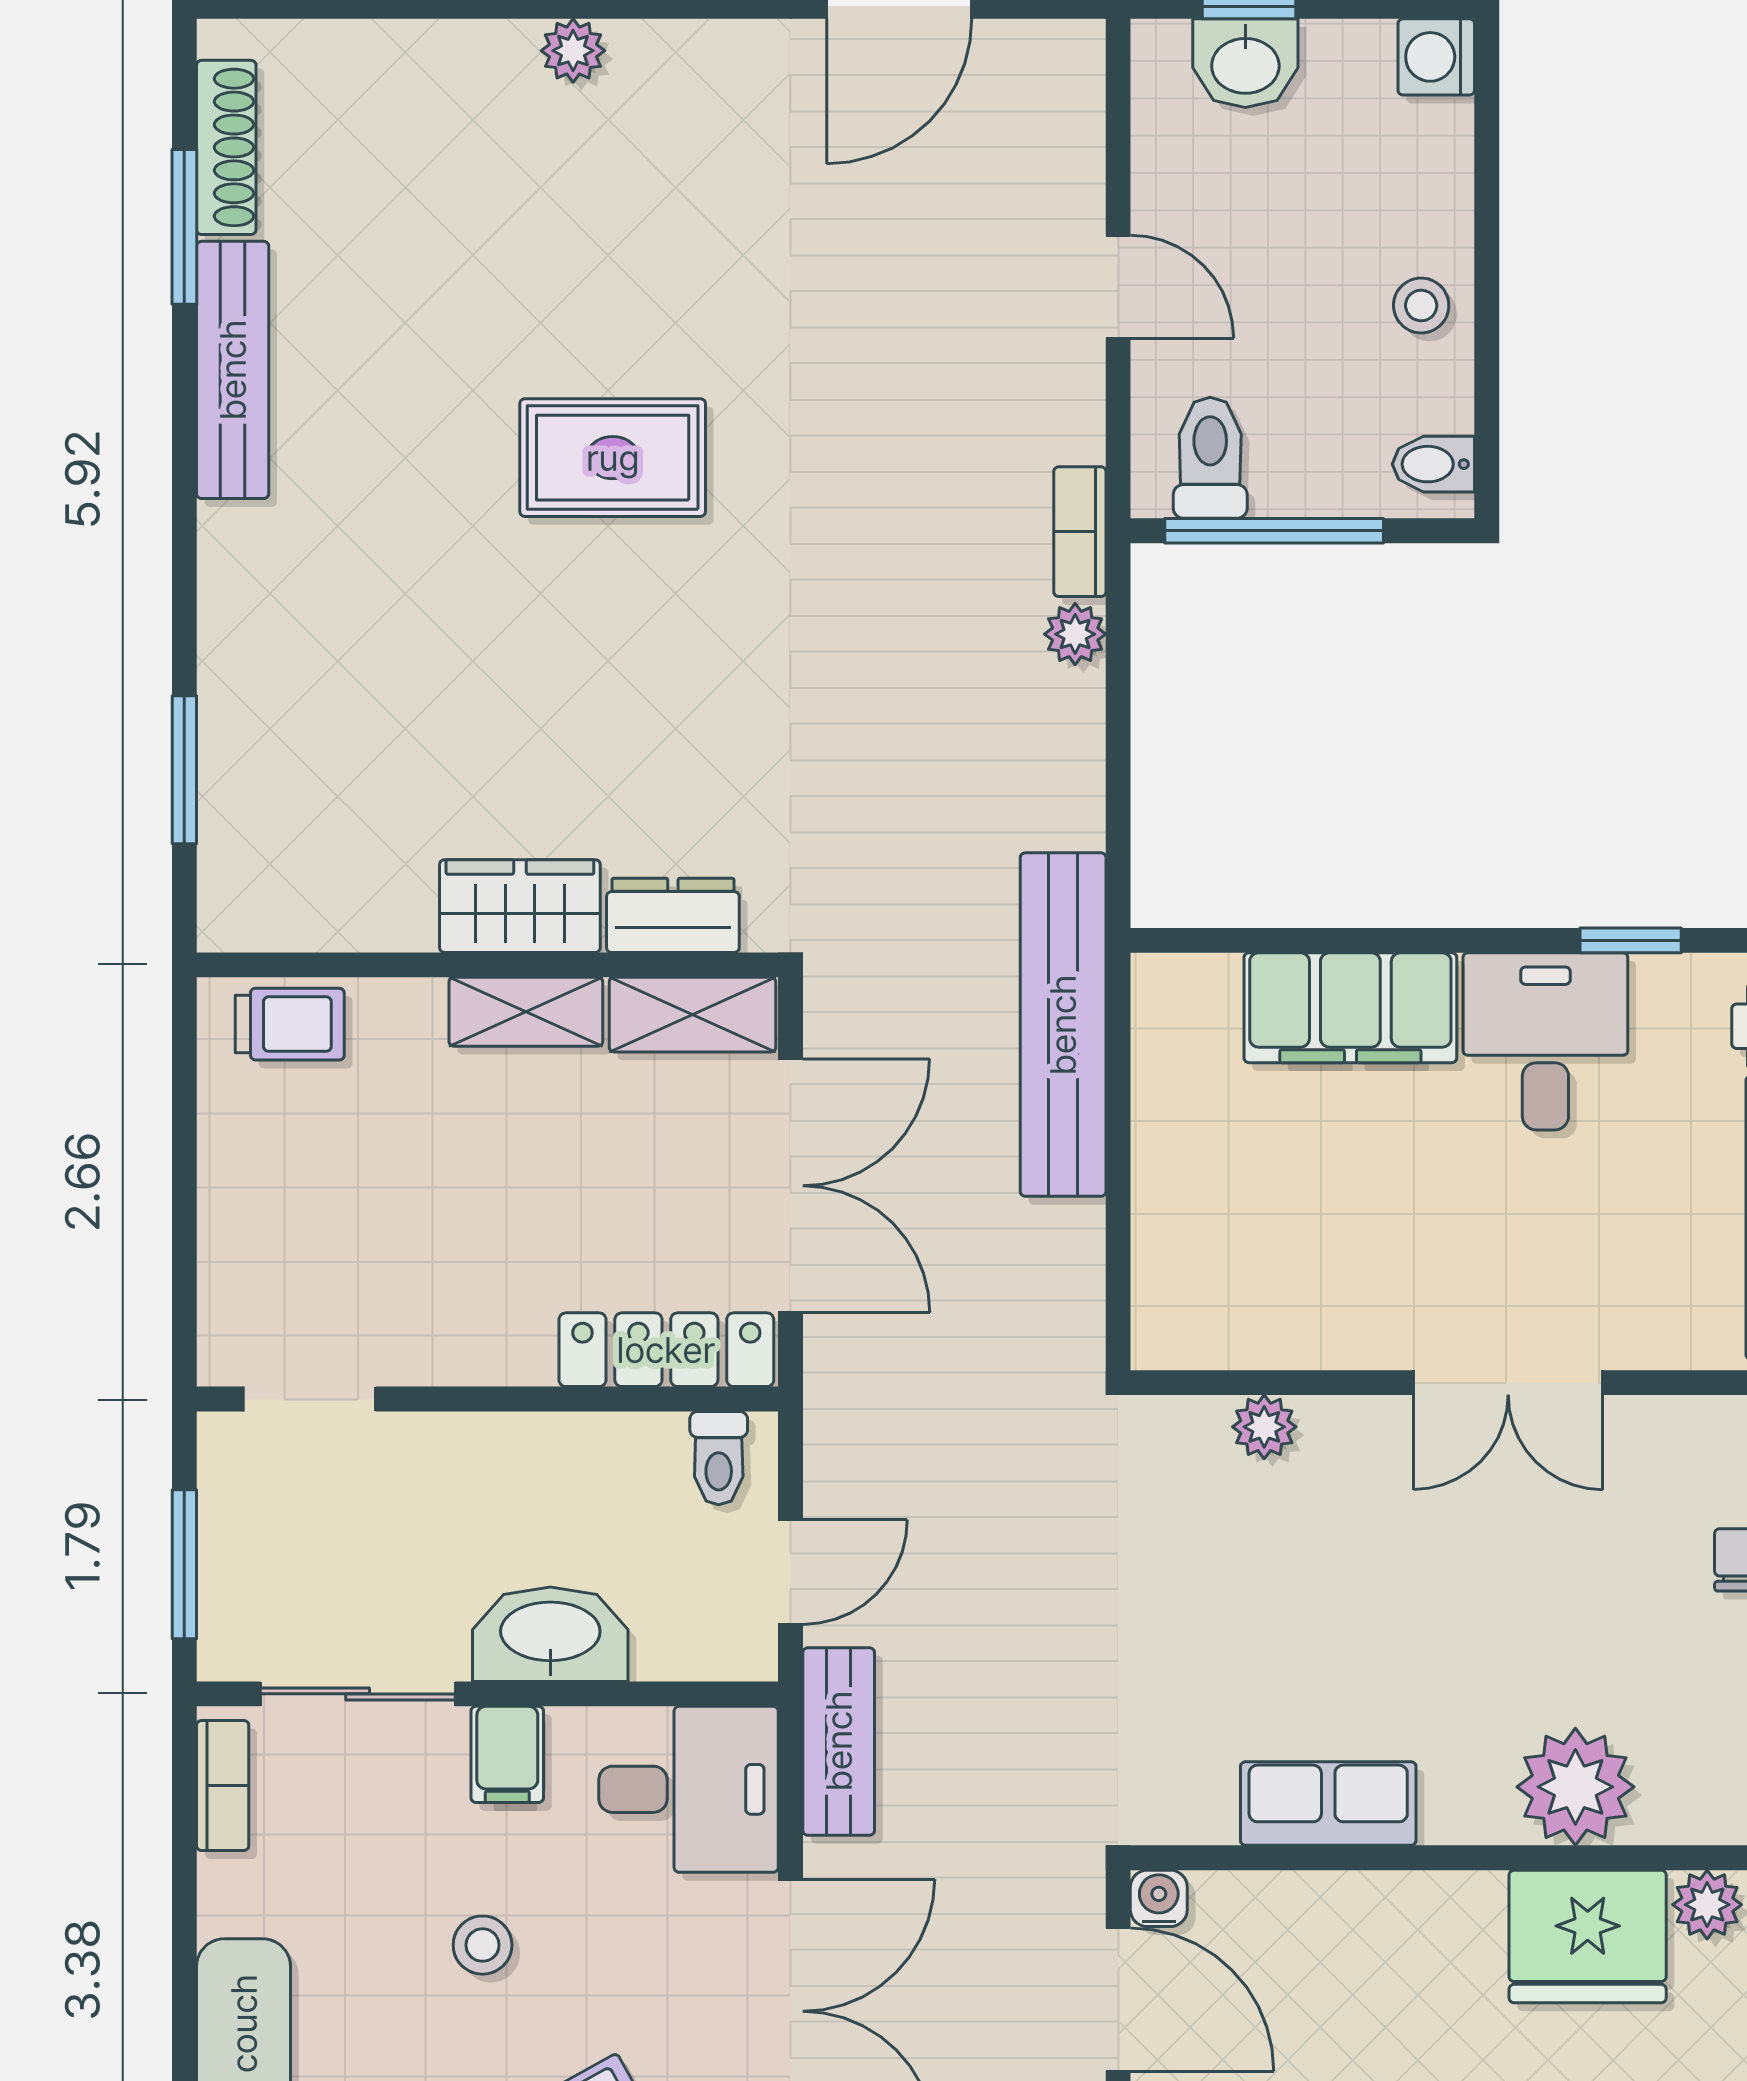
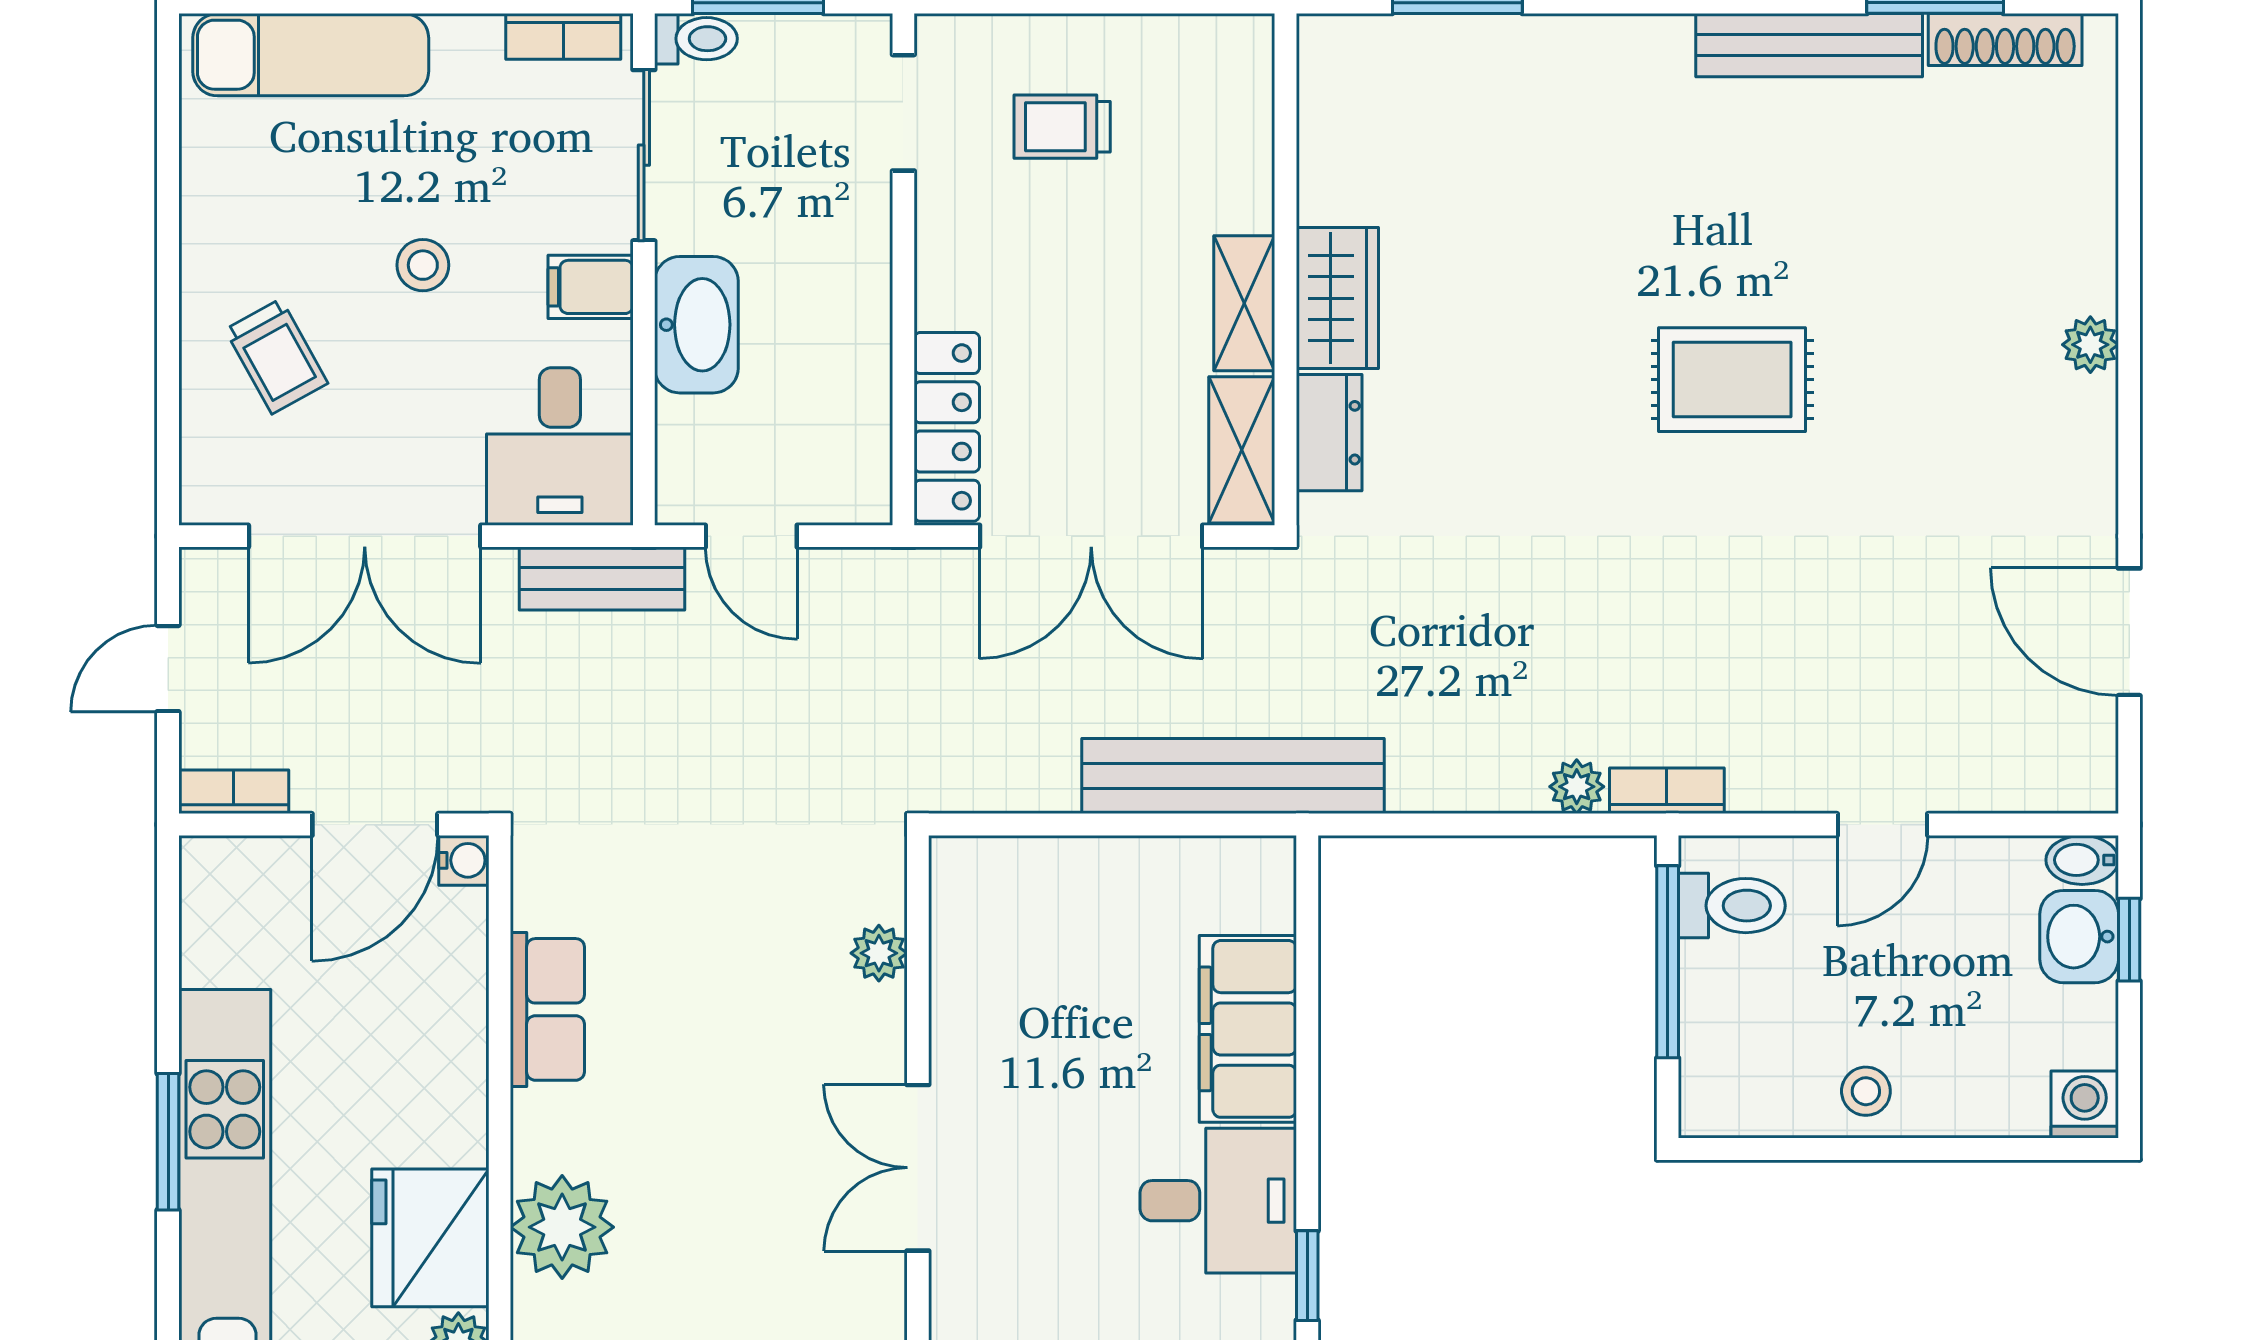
rug: (613, 458) -> (1732, 380), turned 90
bidet: (1433, 464) -> (2082, 860), moved, turned -90
trolley: (290, 1024) -> (1062, 127), moved, turned 90
toilet: (719, 1458) -> (696, 39), moved, turned 180

